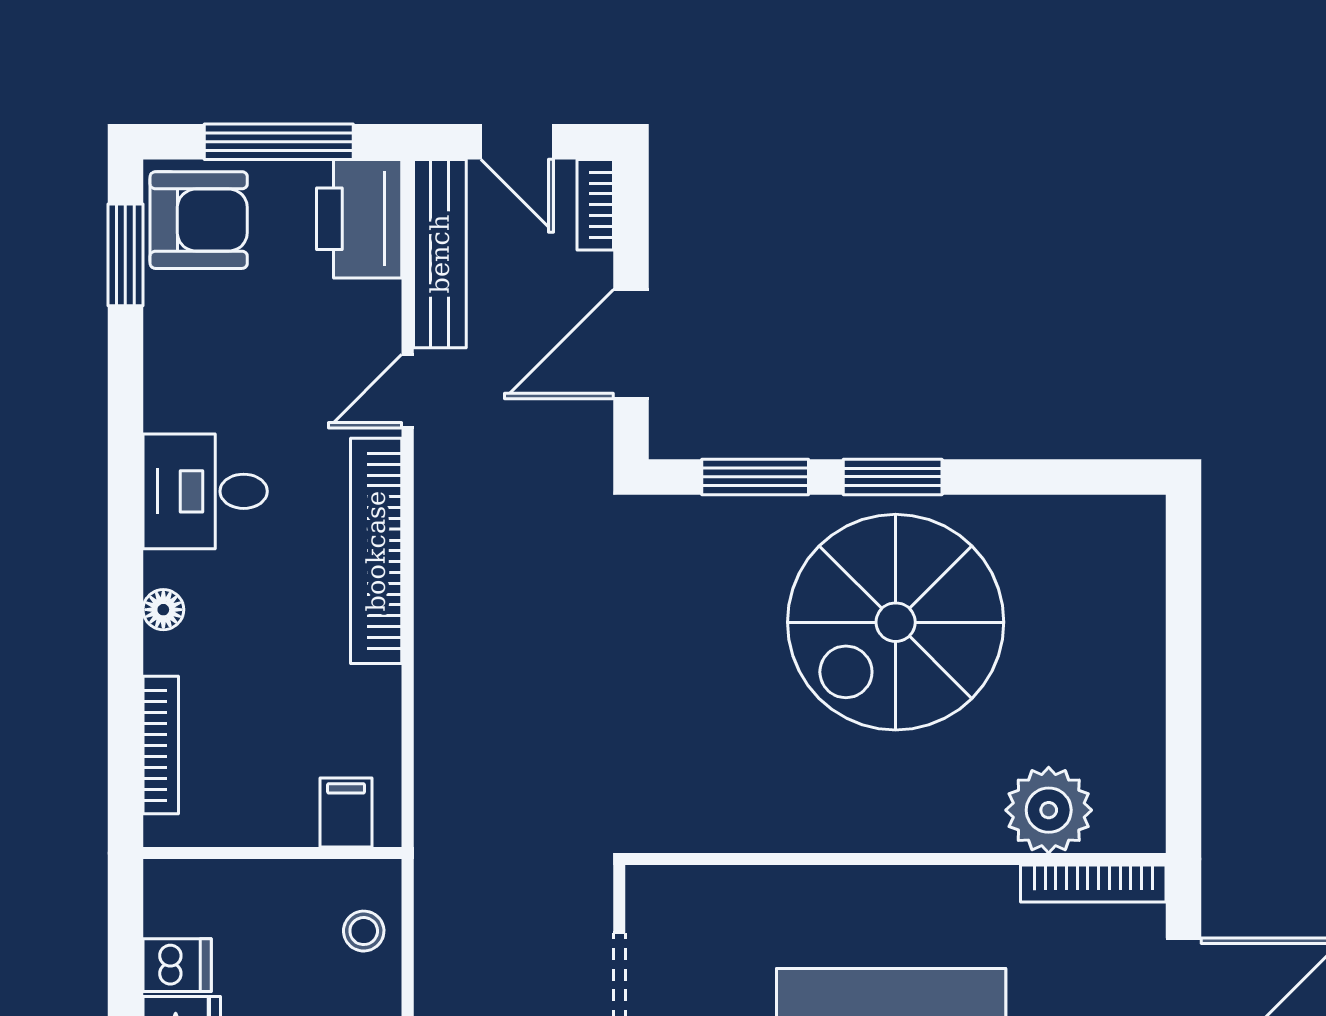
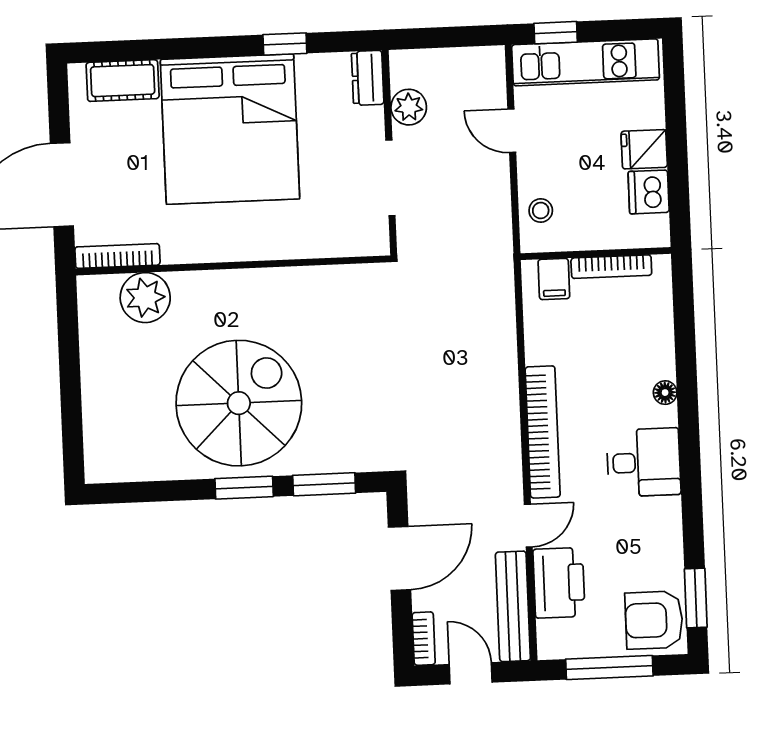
printer: (359, 219) -> (559, 583), moved
bookcase: (161, 745) -> (611, 267), moved, turned -90
dishwasher: (177, 965) -> (649, 192), width x1.38

